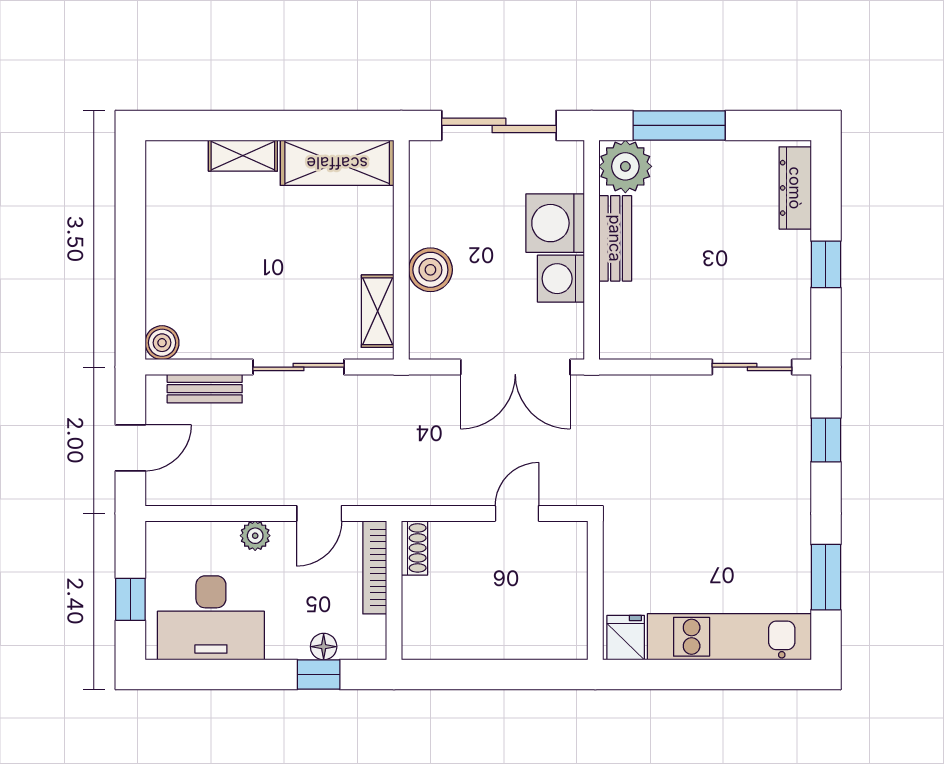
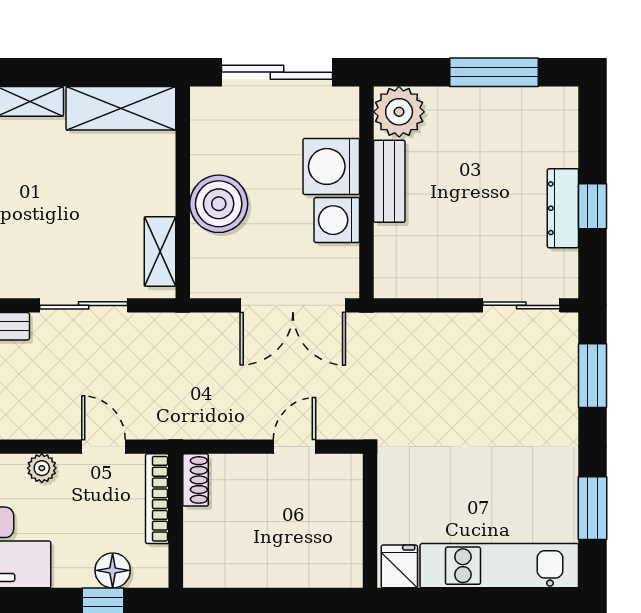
window: (679, 125) -> (494, 72), moved
dresser: (795, 188) -> (563, 208), moved
boiler: (430, 270) -> (219, 204), width x1.37, depth x1.37
window: (826, 440) -> (593, 376), width x1.50
door: (319, 513) -> (104, 447), swing flipped
floor lamp: (324, 647) -> (113, 570), width x1.37, depth x1.37

